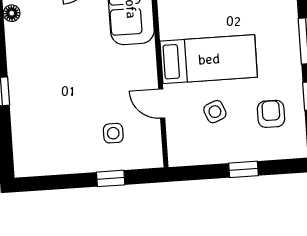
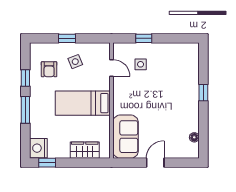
door: (162, 104) -> (112, 68), moved
side table: (215, 112) -> (75, 62), moved

